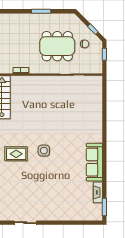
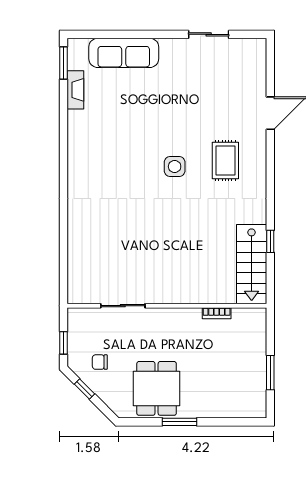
dining table: (57, 46) -> (157, 388), moved, width x0.73
rug: (16, 154) -> (225, 161), turned 90
sofa: (94, 162) -> (124, 53), moved, turned 90

